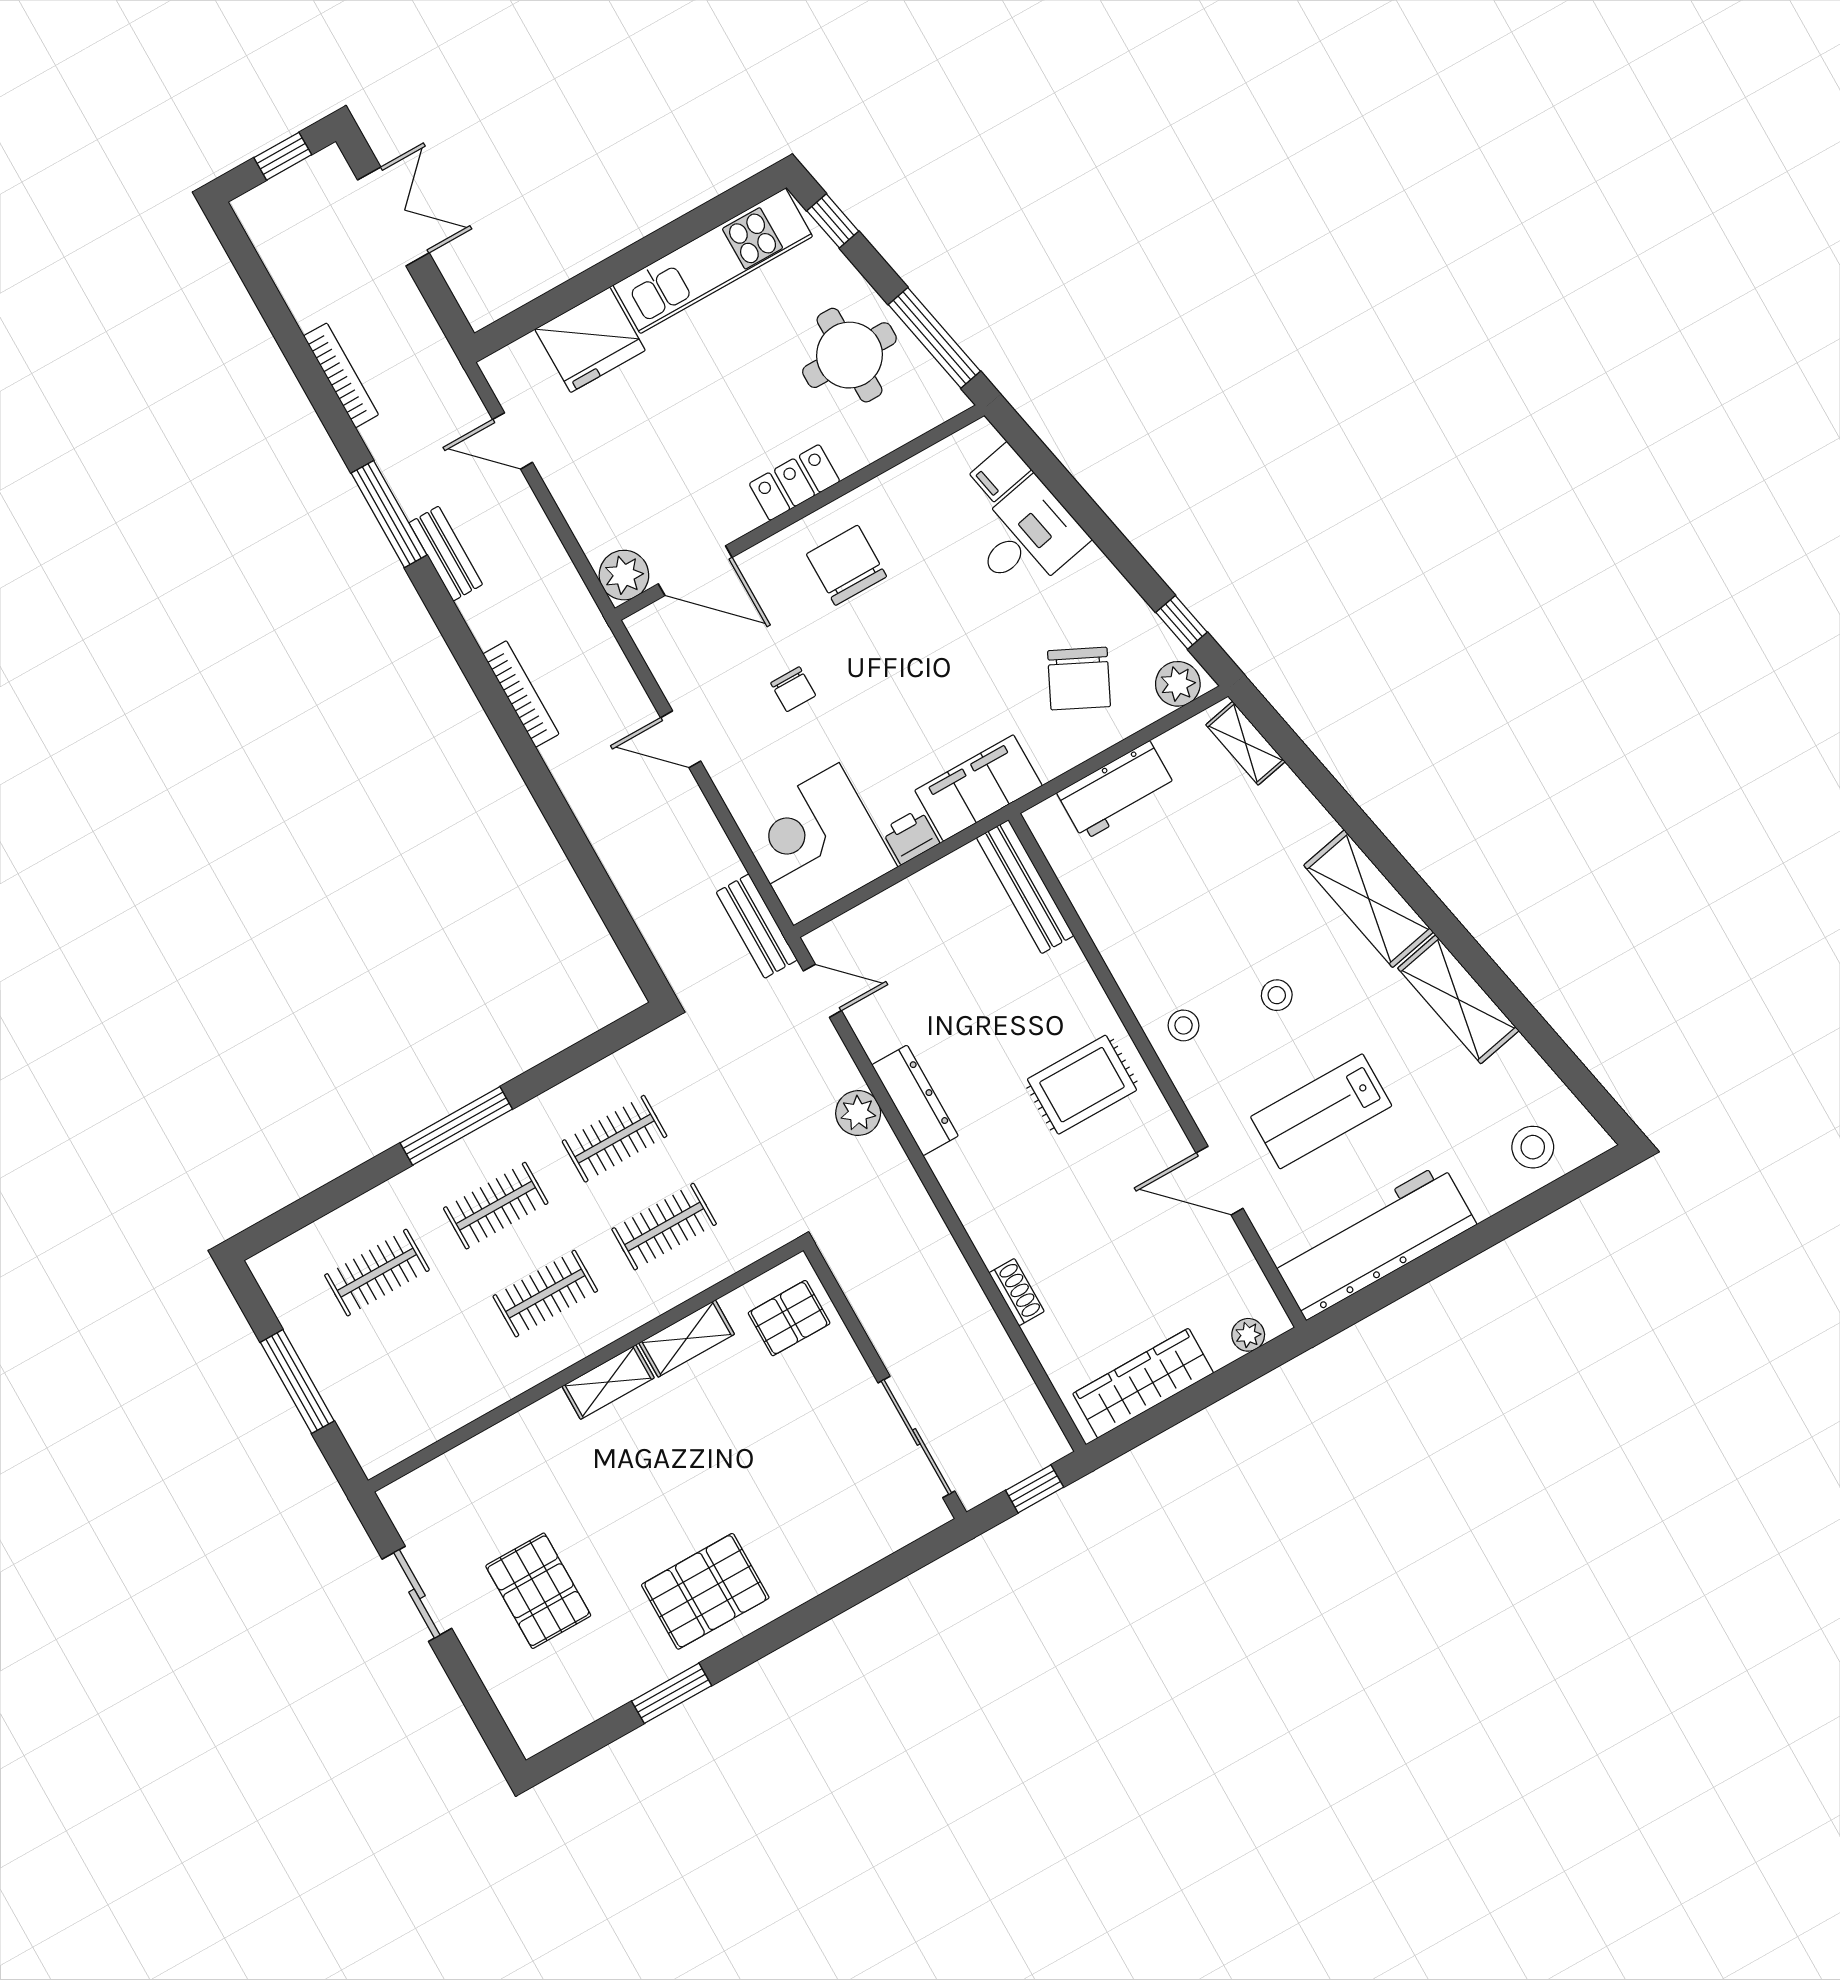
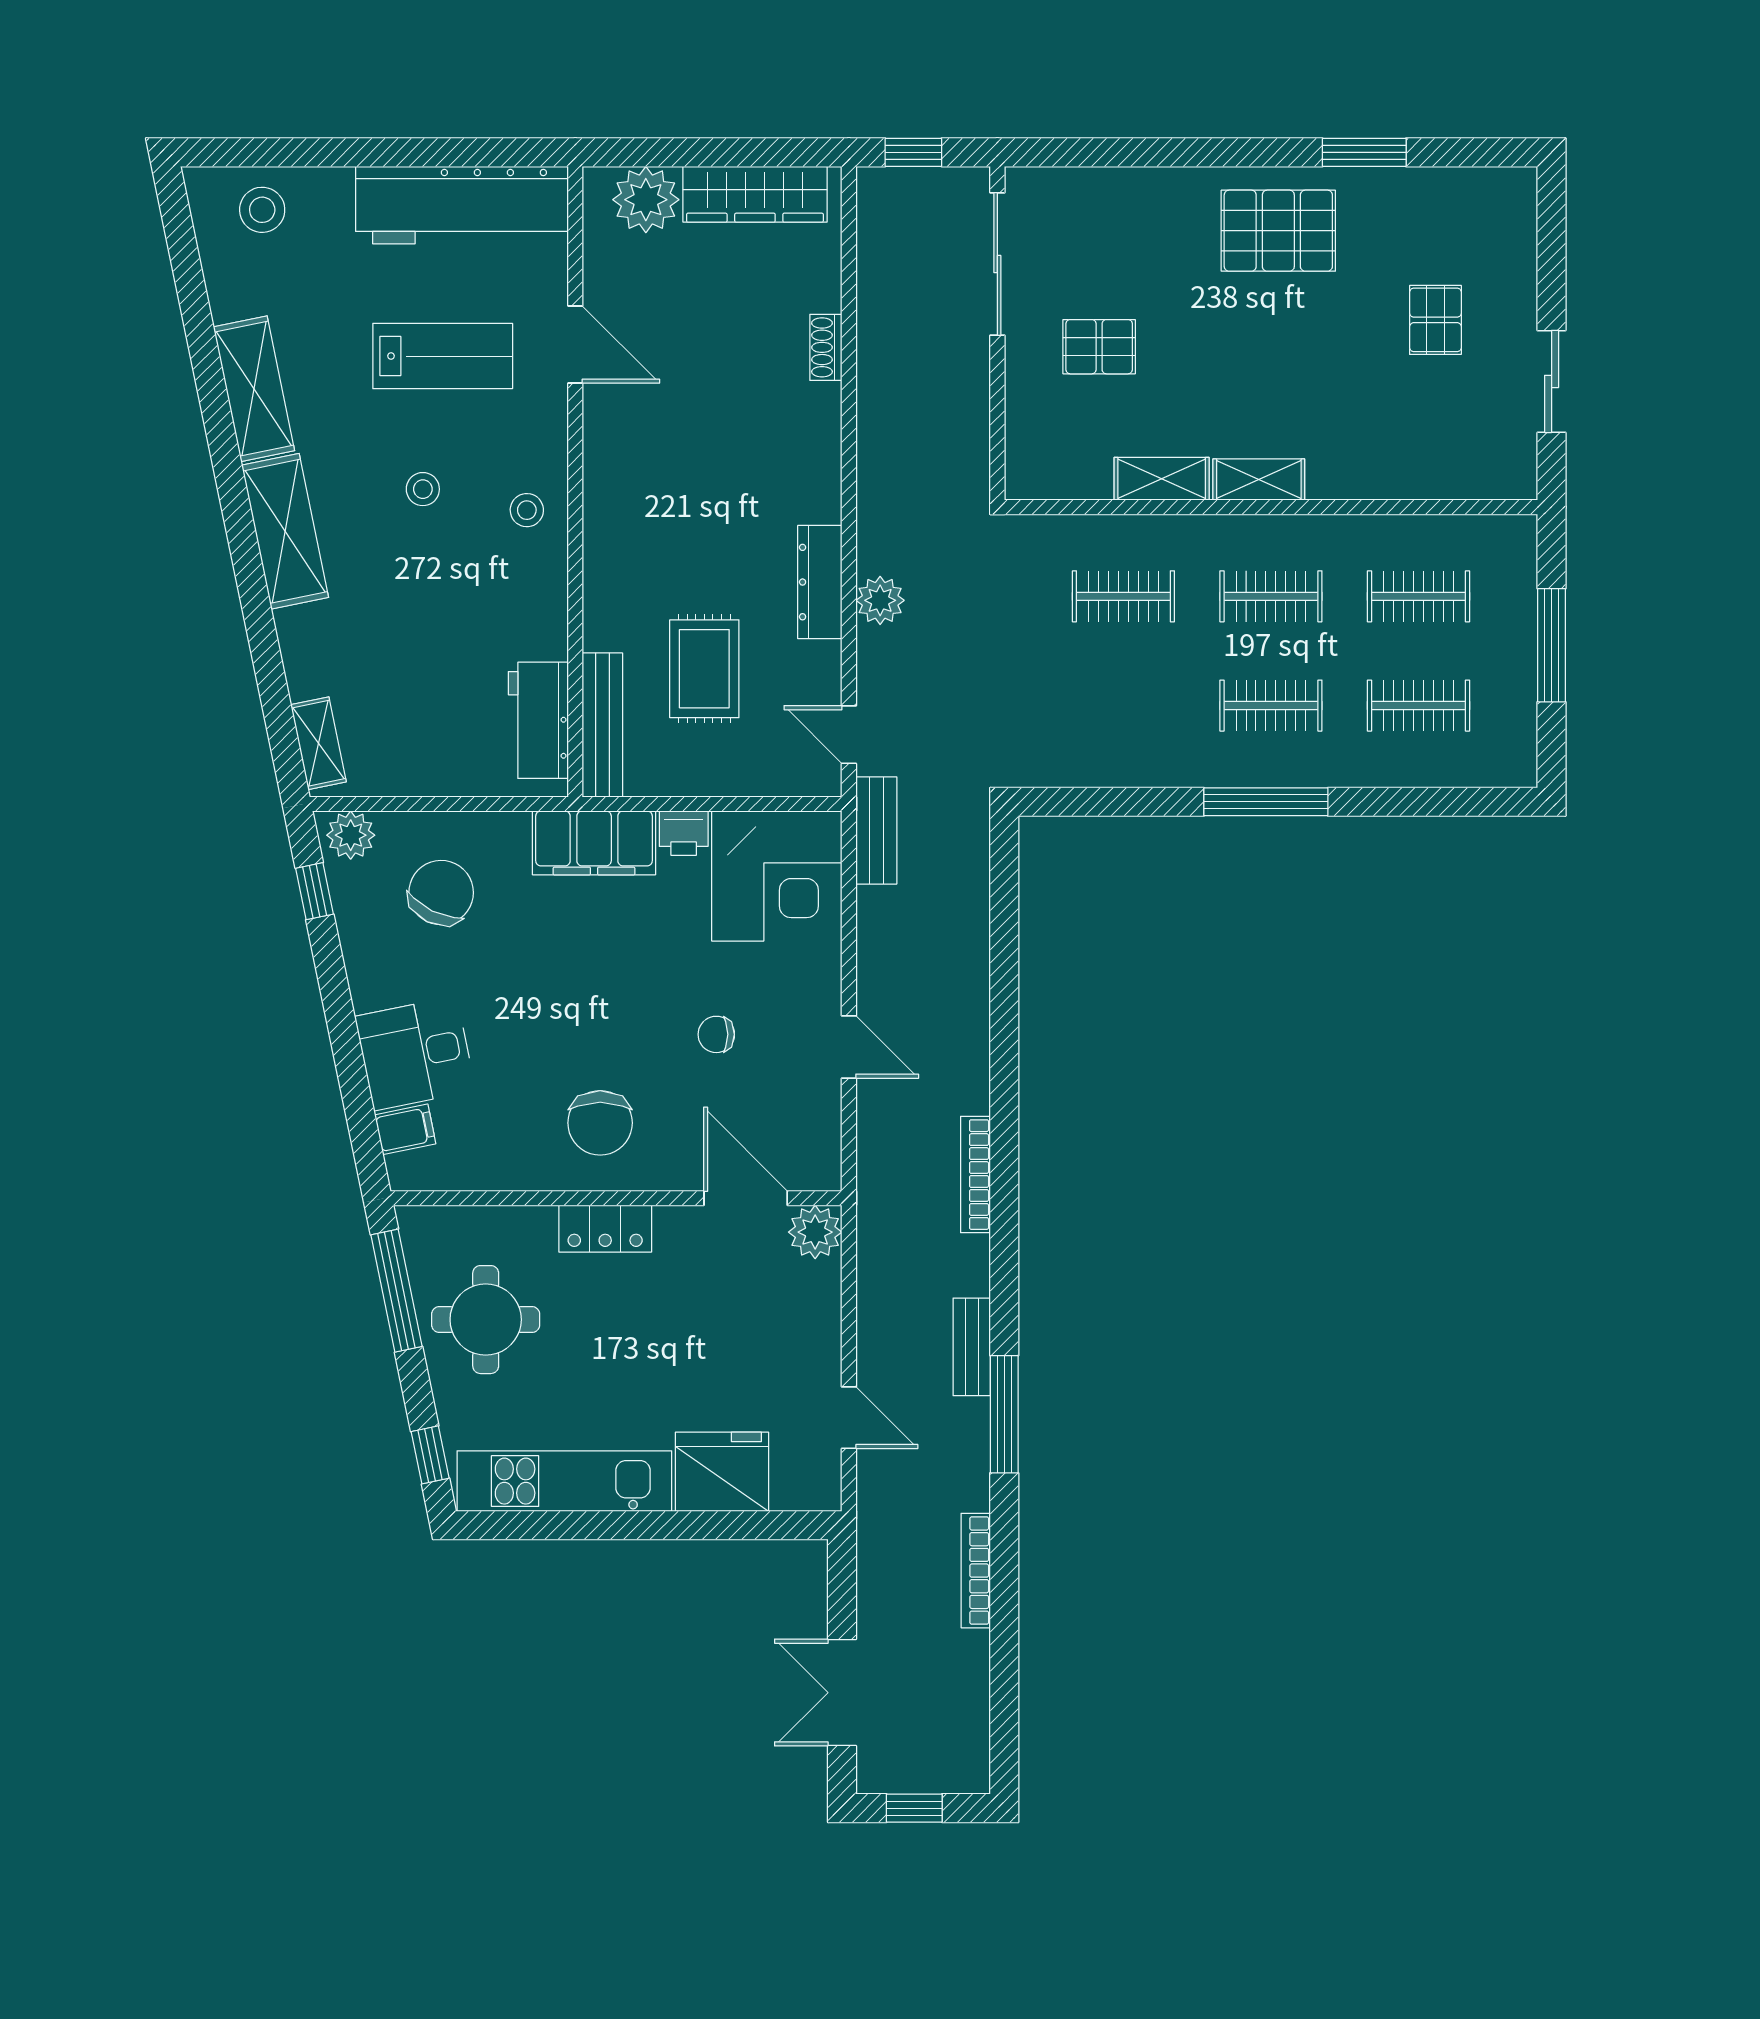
chair: (793, 689) -> (716, 1034), turned -90
workbench: (1117, 791) -> (538, 720), moved, turned -90
rug: (1082, 1085) -> (704, 669), moved, turned 90
clothes rail: (615, 1139) -> (1419, 596), moved
pallet: (789, 1318) -> (1099, 347), moved
plant: (1248, 1335) -> (646, 200), width x1.87, depth x1.87
pallet: (538, 1591) -> (1435, 320), width x0.67, depth x0.71

